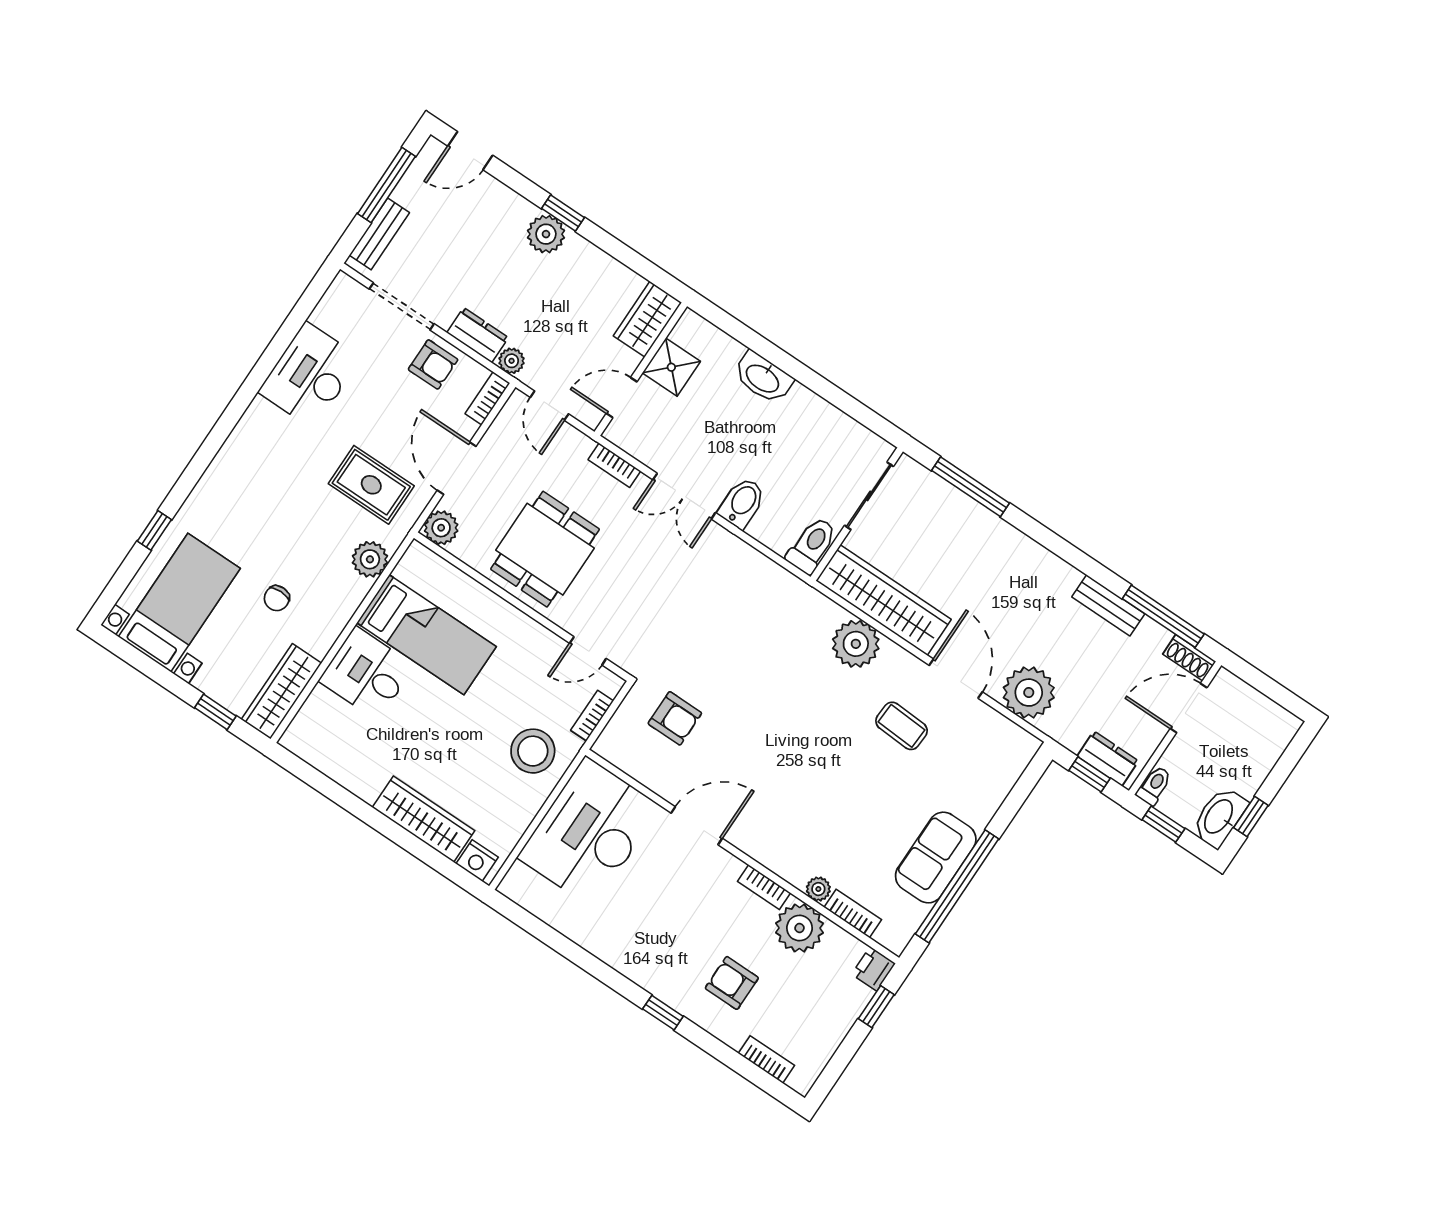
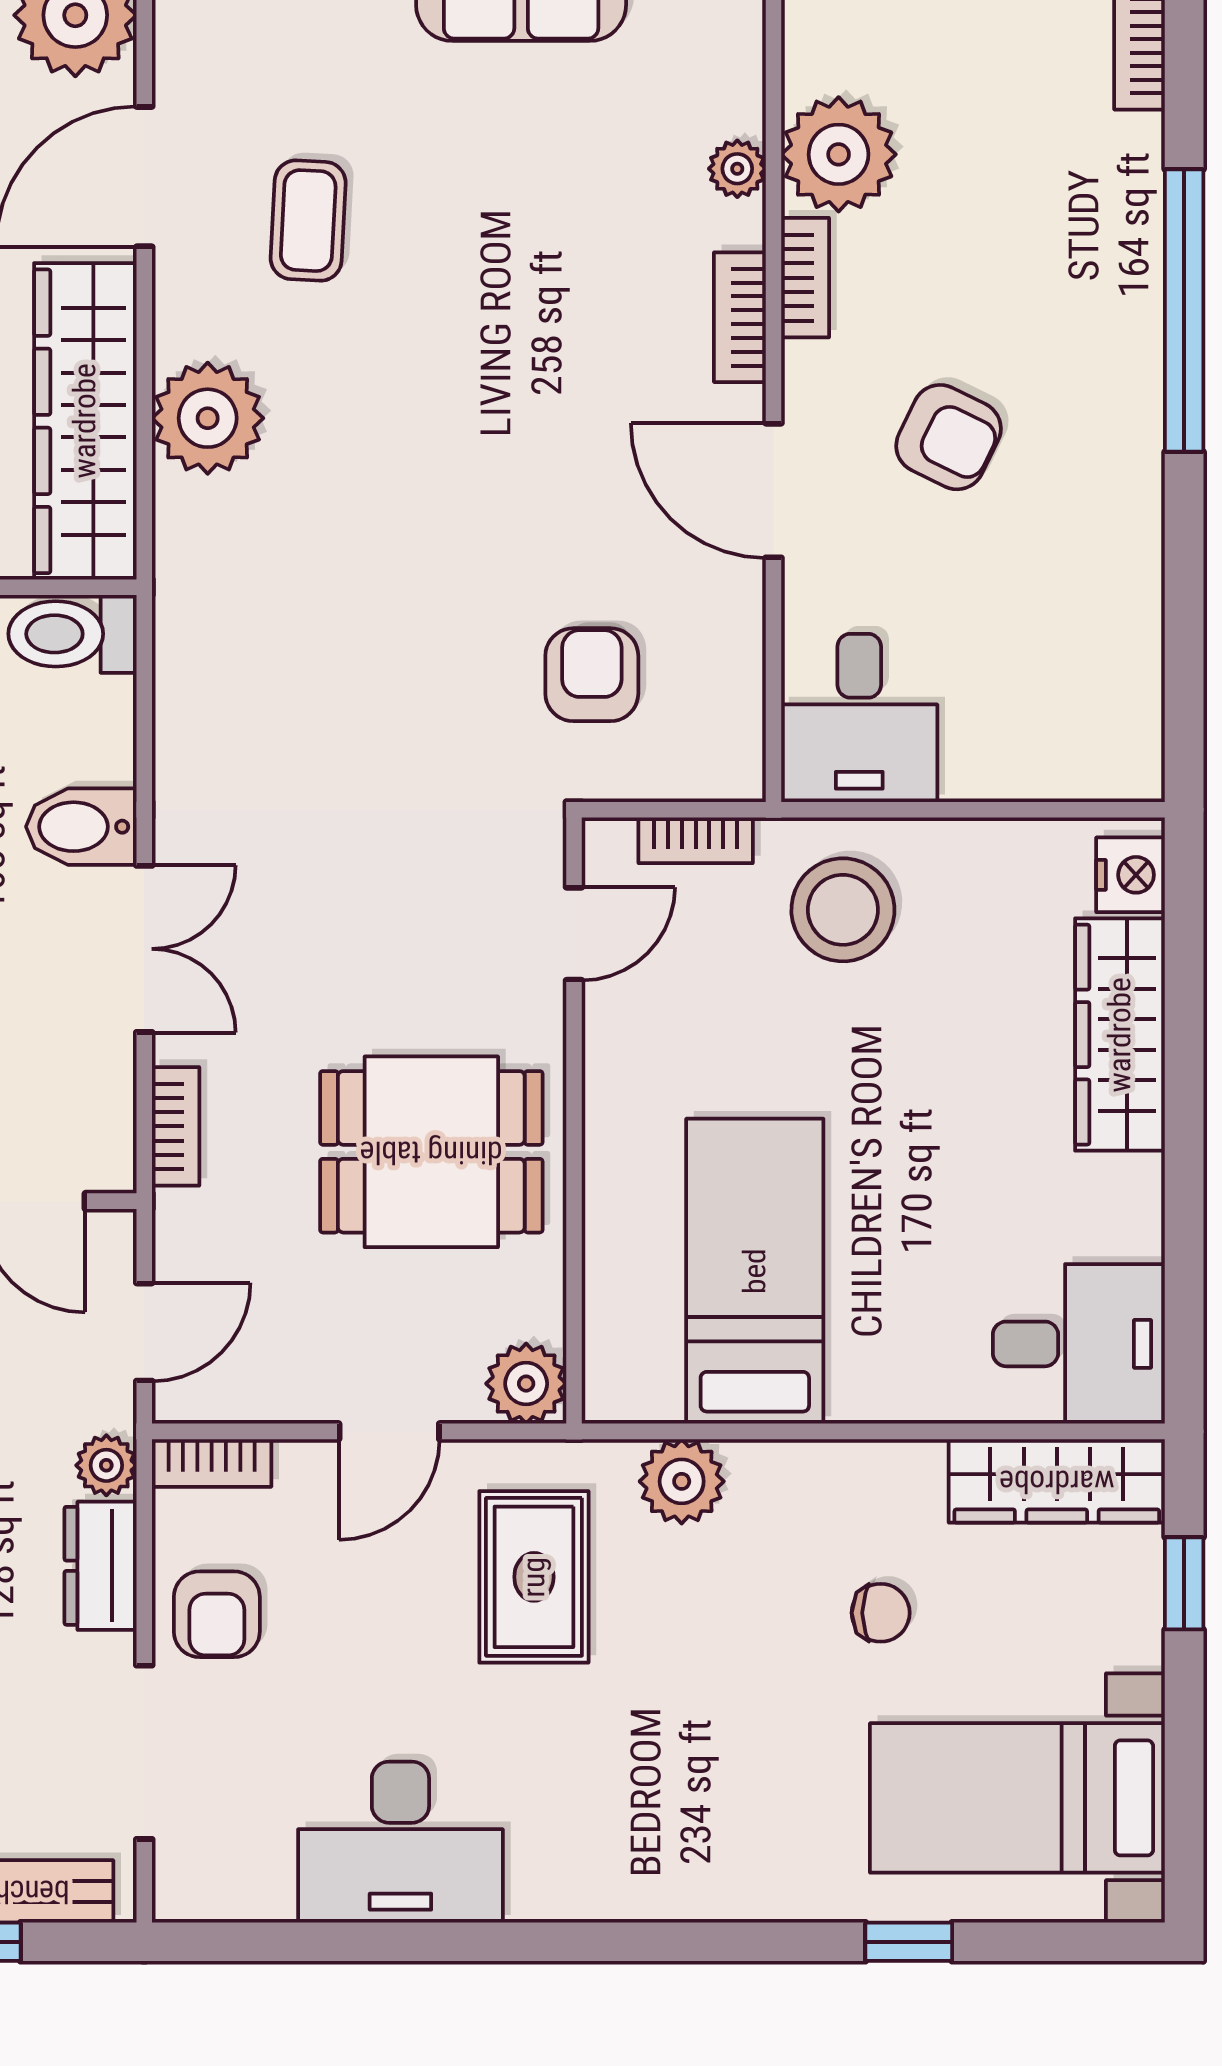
armchair: (433, 364) -> (217, 1614), turned 180
door: (457, 468) -> (389, 1431), width x0.73
door: (588, 651) -> (574, 934), hinge flipped
desk: (367, 673) -> (1079, 1344), moved, turned -90
desk: (589, 832) -> (859, 718), width x0.53, depth x0.77
bookcase: (853, 913) -> (740, 317), moved
armchair: (732, 983) -> (949, 437), moved, turned -64
window: (663, 1013) -> (1184, 311), width x3.17

